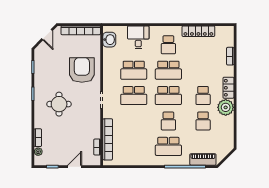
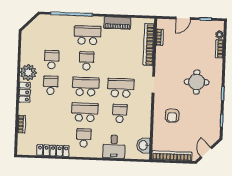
armchair: (82, 70) -> (172, 116), width x0.53, depth x0.53
school desk: (134, 70) -> (120, 114), width x0.54
piano: (203, 159) -> (117, 23), moved

